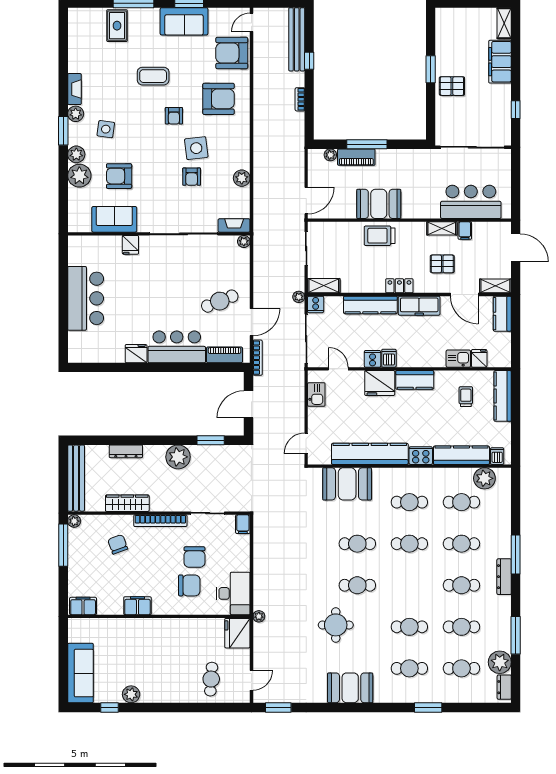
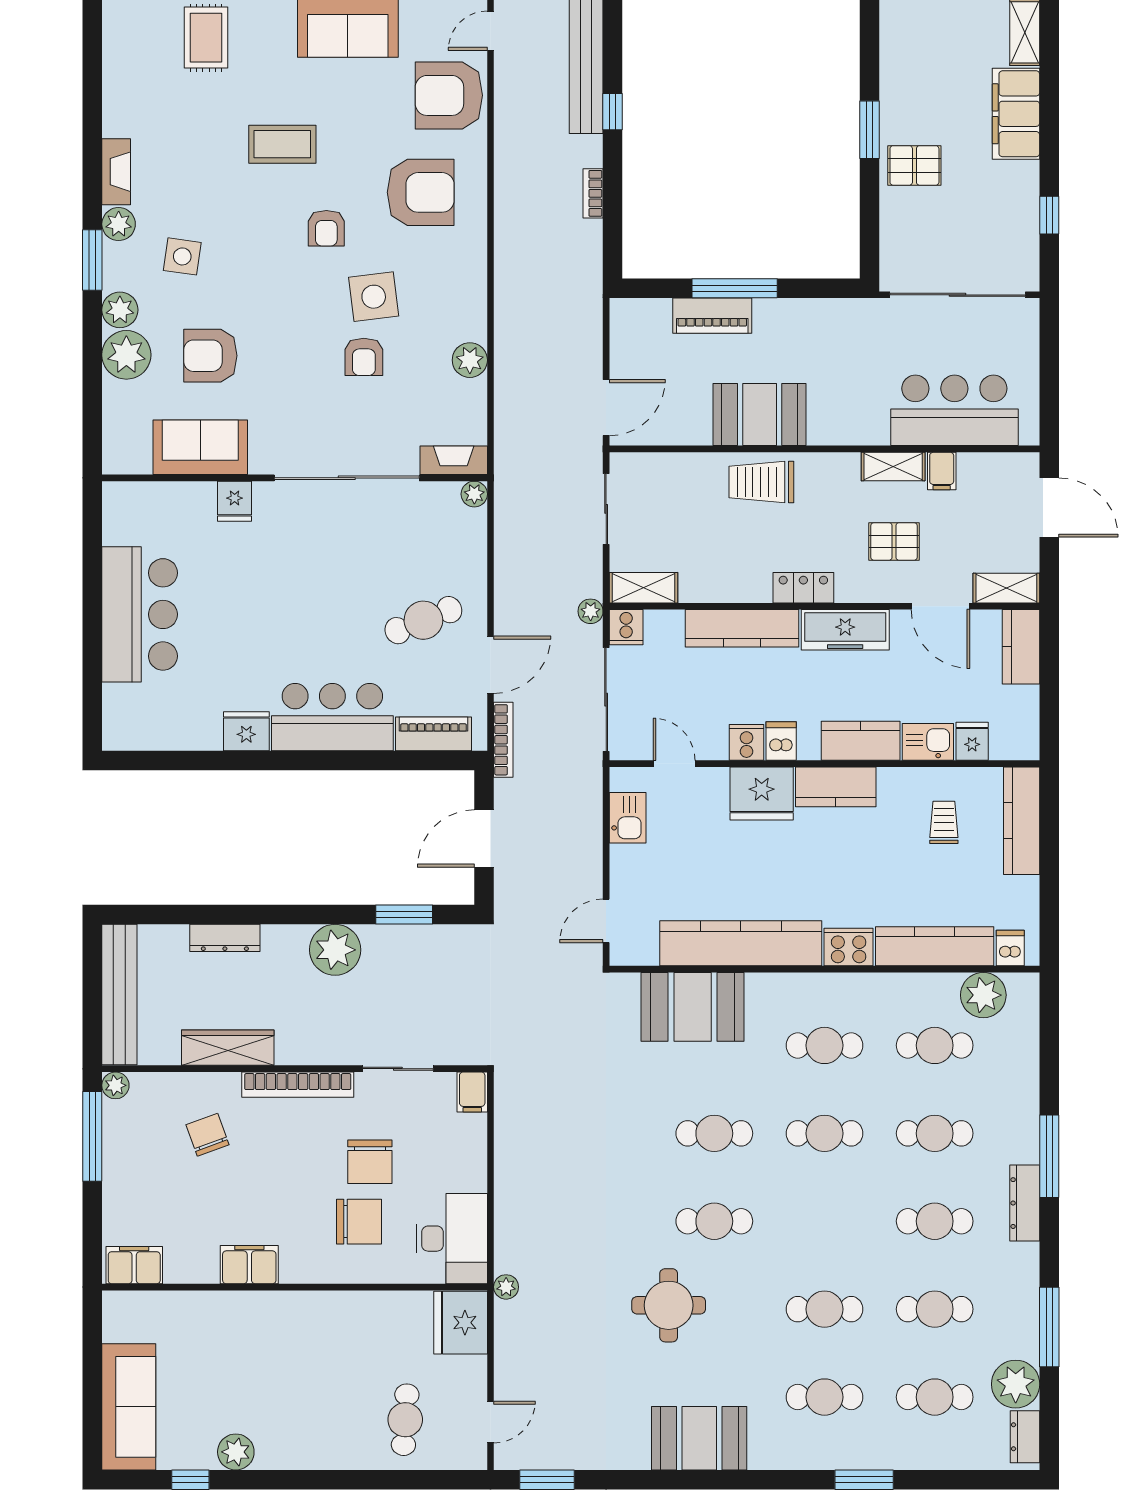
plant: (330, 155) -> (657, 311), removed
kitchen counter: (426, 358) -> (861, 741), added

